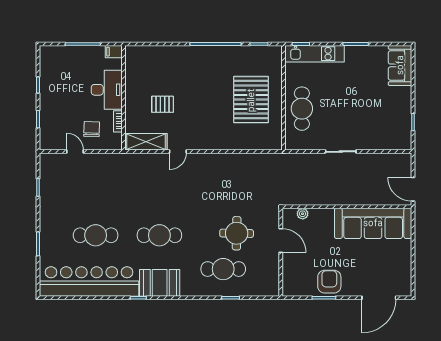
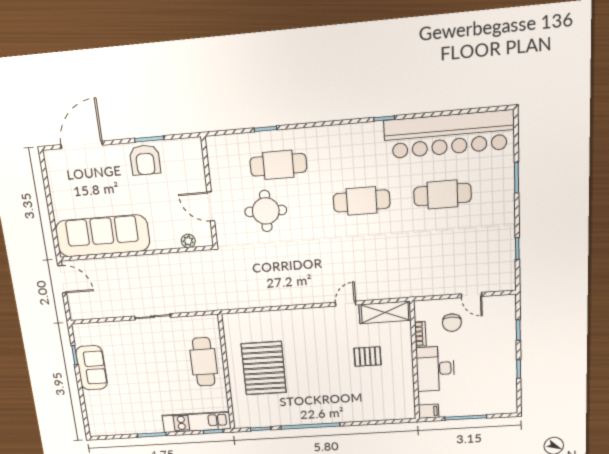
sofa: (400, 65) -> (92, 368), moved
booth: (160, 283) -> (357, 140), removed

